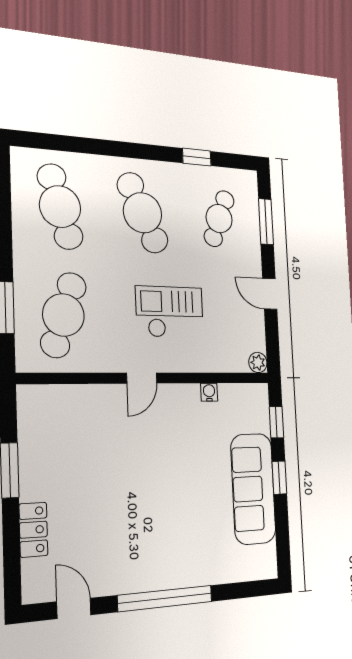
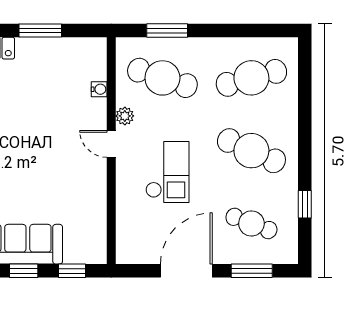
cafe table: (143, 213) -> (251, 151), turned 48
door: (270, 294) -> (186, 271), width x1.87
plant: (258, 362) -> (125, 116), moved
water cooler: (209, 392) -> (99, 89), moved

